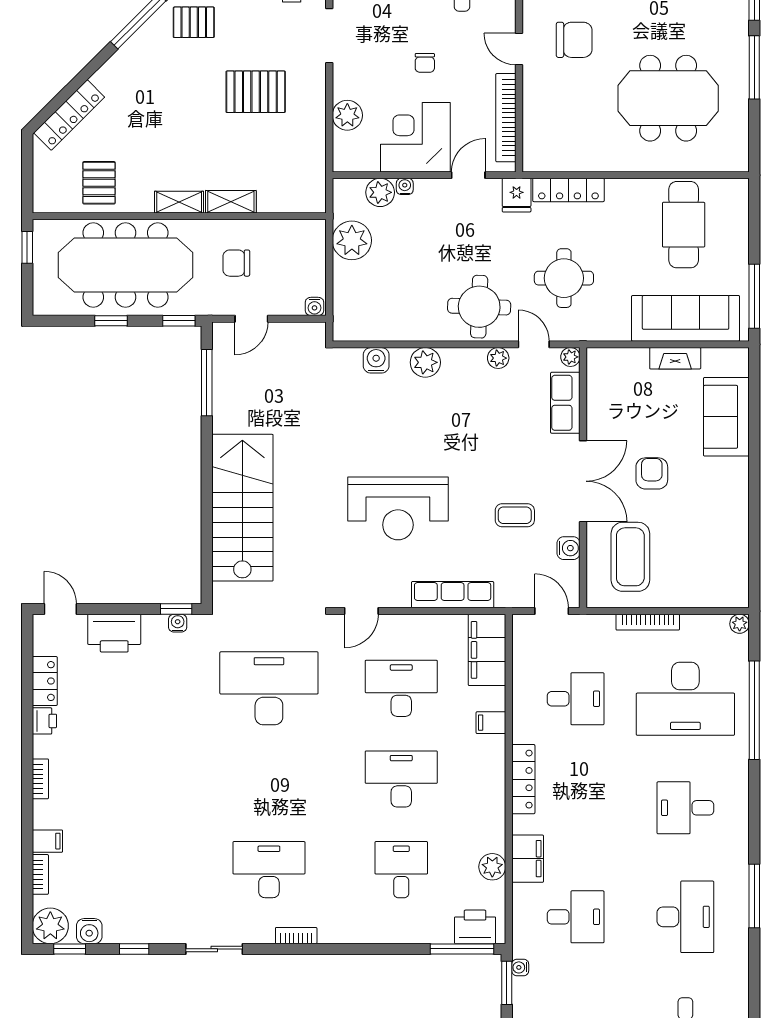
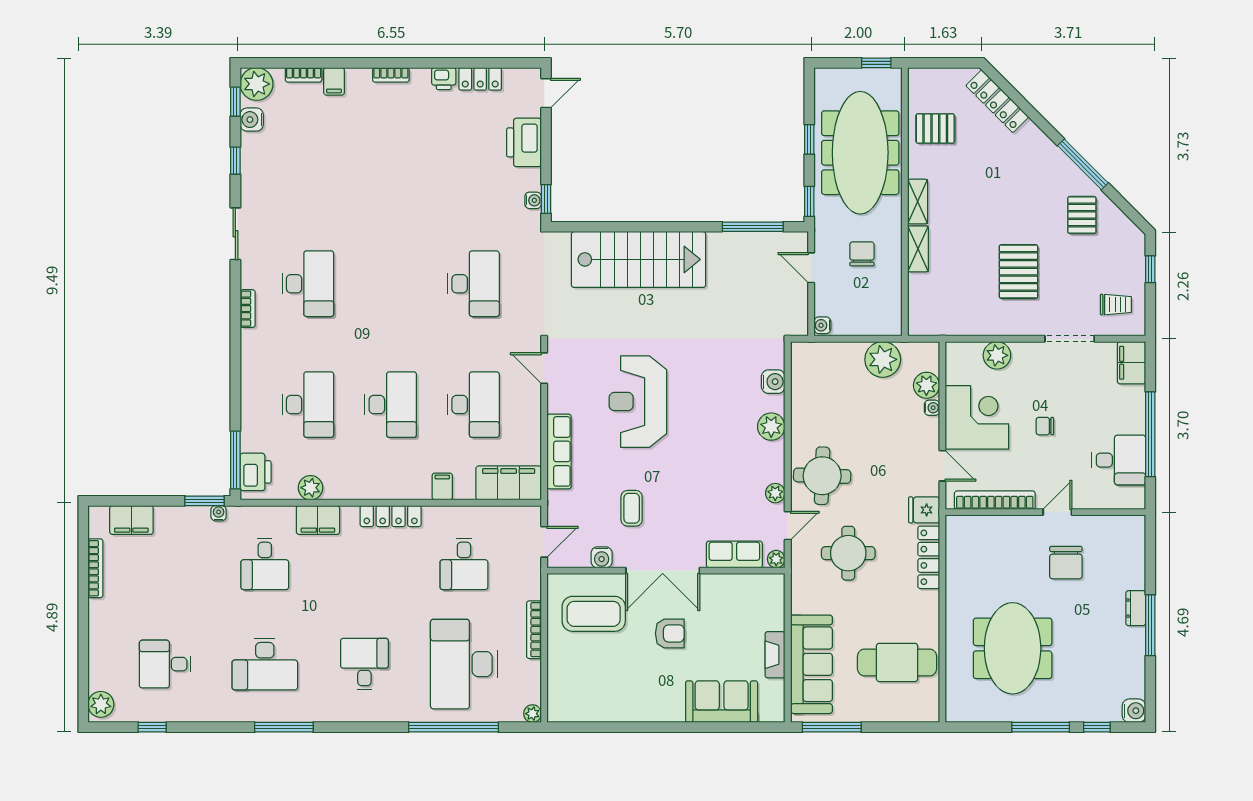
desk: (269, 688) -> (474, 284), width x0.73, depth x0.77
desk: (401, 870) -> (308, 405), width x1.37

